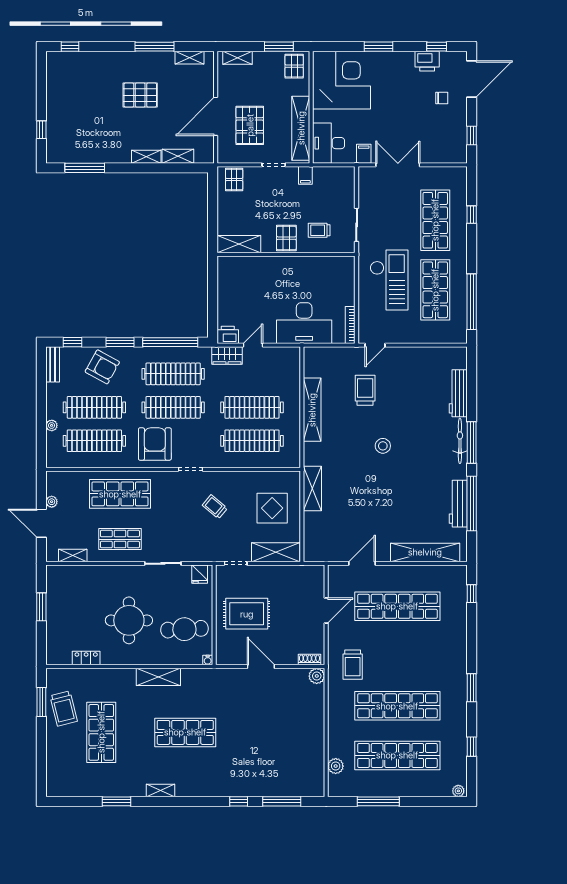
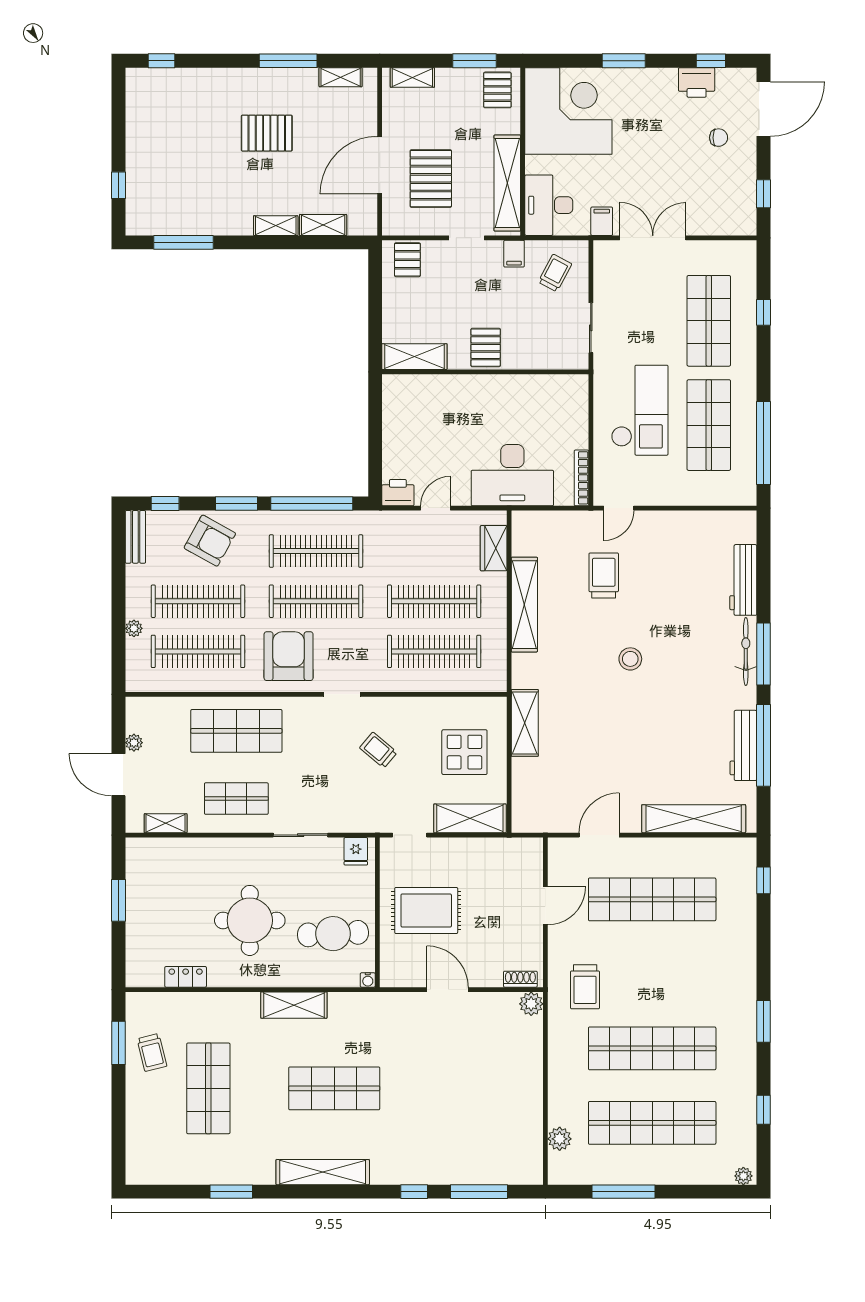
trolley: (319, 230) -> (555, 273), moved, turned 118
wardrobe: (227, 356) -> (494, 548), moved, turned 90
trolley: (64, 708) -> (152, 1052), width x0.73, depth x0.72
shelving: (161, 790) -> (323, 1172), width x2.20, depth x1.33

